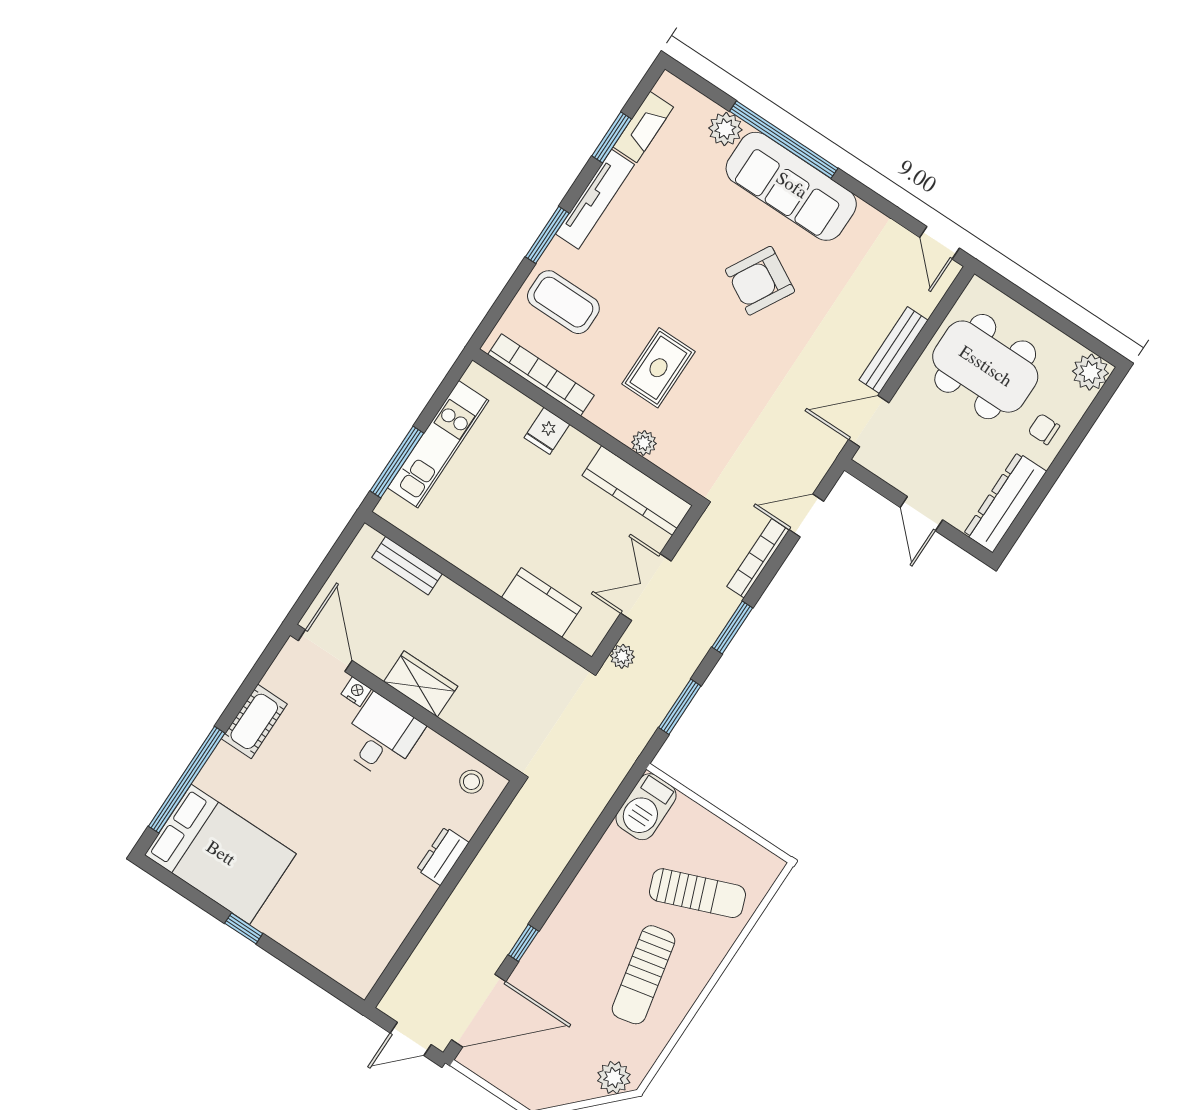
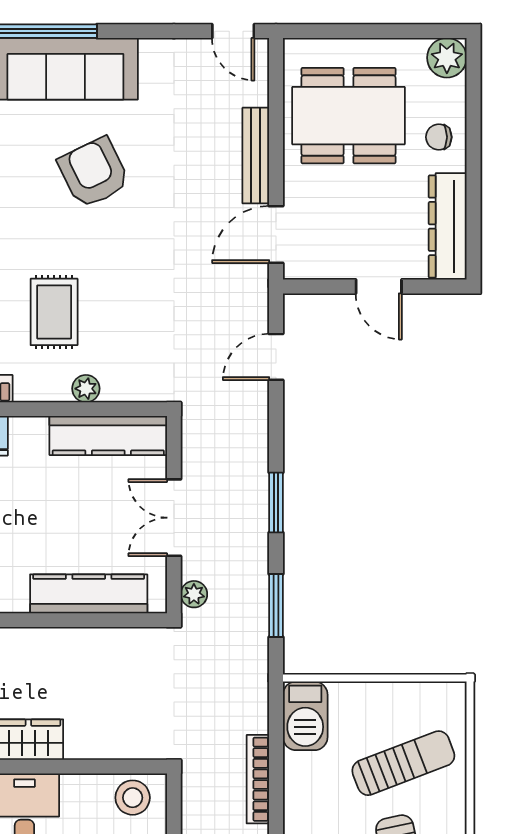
armchair: (760, 281) -> (94, 173), turned 125
bookcase: (758, 558) -> (258, 779), moved
kitchen counter: (541, 602) -> (89, 594), width x1.50
stool: (471, 782) -> (133, 798), width x1.37, depth x1.37

